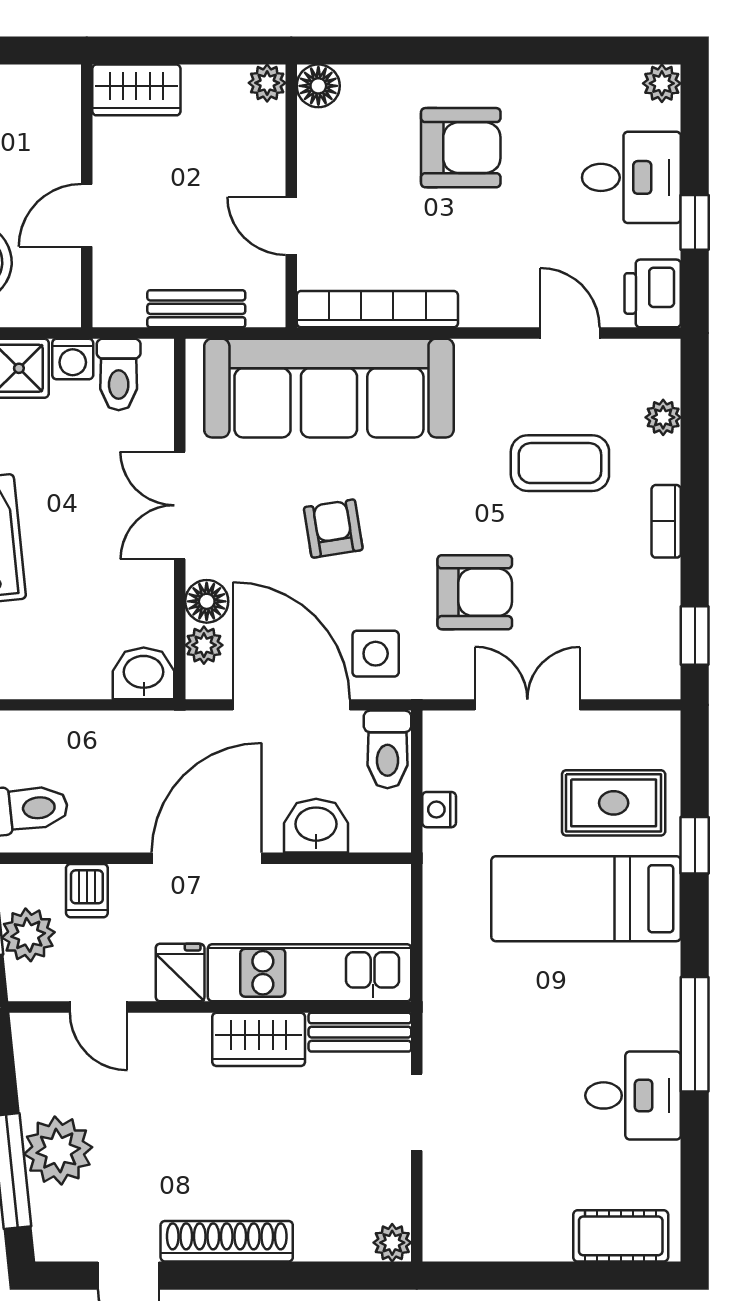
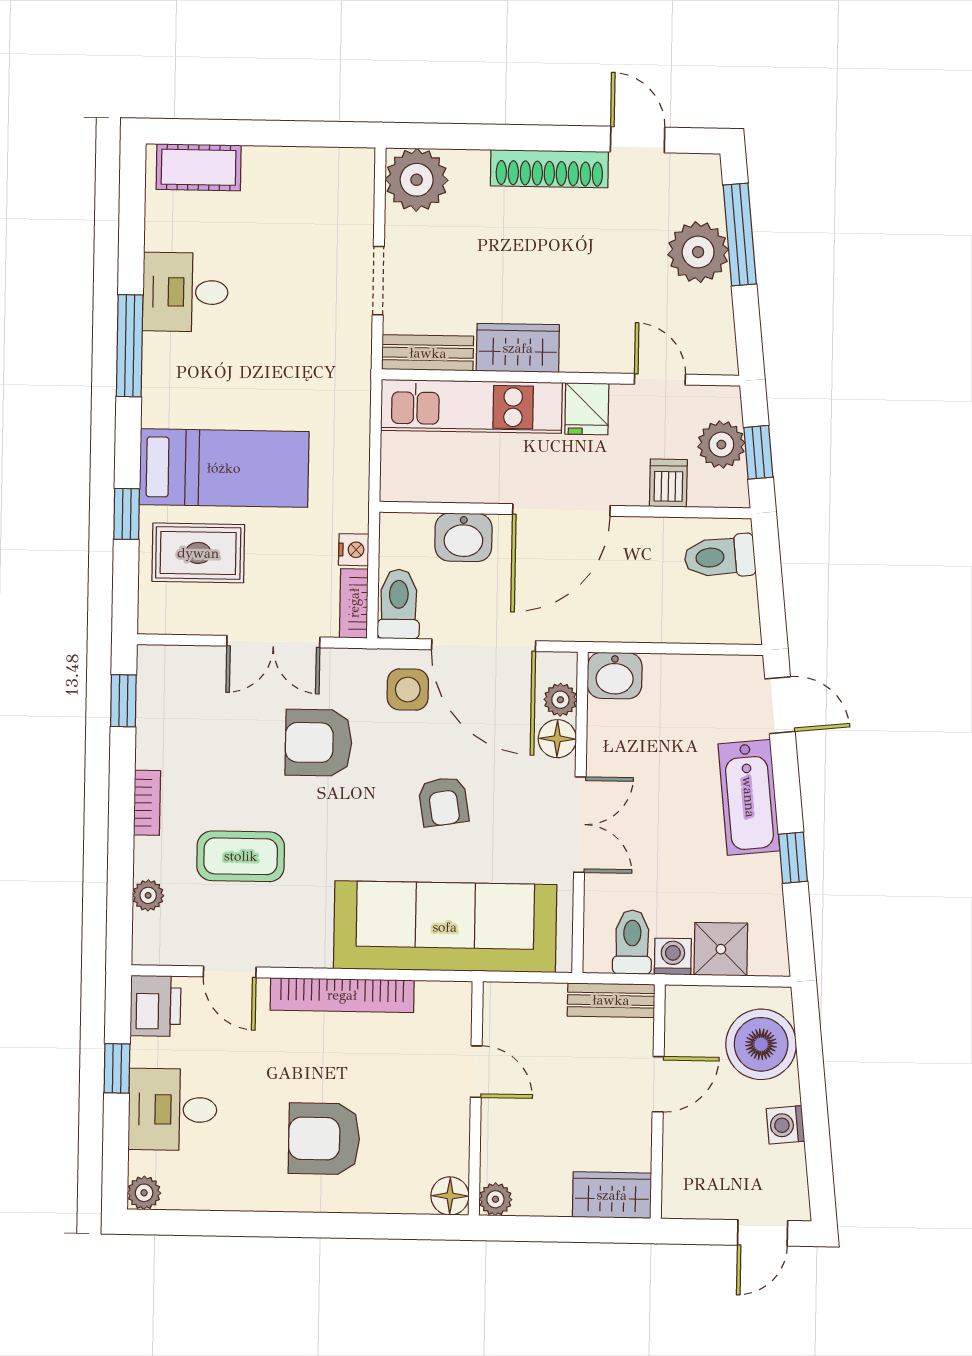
bench: (196, 309) -> (611, 1000), moved
bookcase: (377, 309) -> (342, 995), moved
bookcase: (438, 749) -> (354, 603), added
plant: (392, 1243) -> (417, 180), width x1.88, depth x1.88

